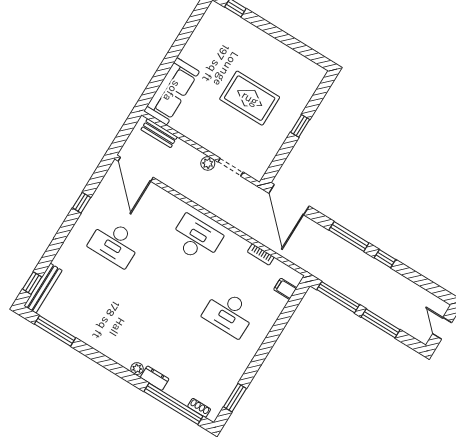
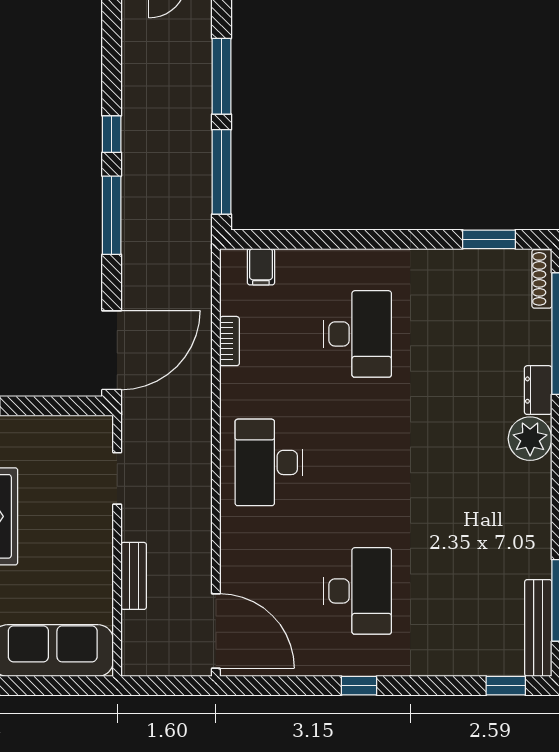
bench: (159, 133) -> (134, 576), moved
plant: (208, 163) -> (134, 519), removed
door: (136, 169) -> (216, 631), hinge flipped
window: (82, 203) -> (359, 686), moved
bench: (43, 288) -> (538, 628), moved, turned 90
plant: (137, 369) -> (530, 439), width x1.87, depth x1.87
shoe rack: (199, 408) -> (542, 279), width x1.43

